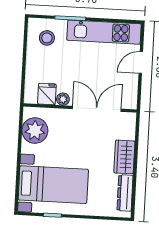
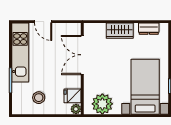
stool: (47, 38) -> (39, 98), moved
plant: (63, 99) -> (76, 109), moved
dresser: (125, 193) -> (149, 29), width x0.70

